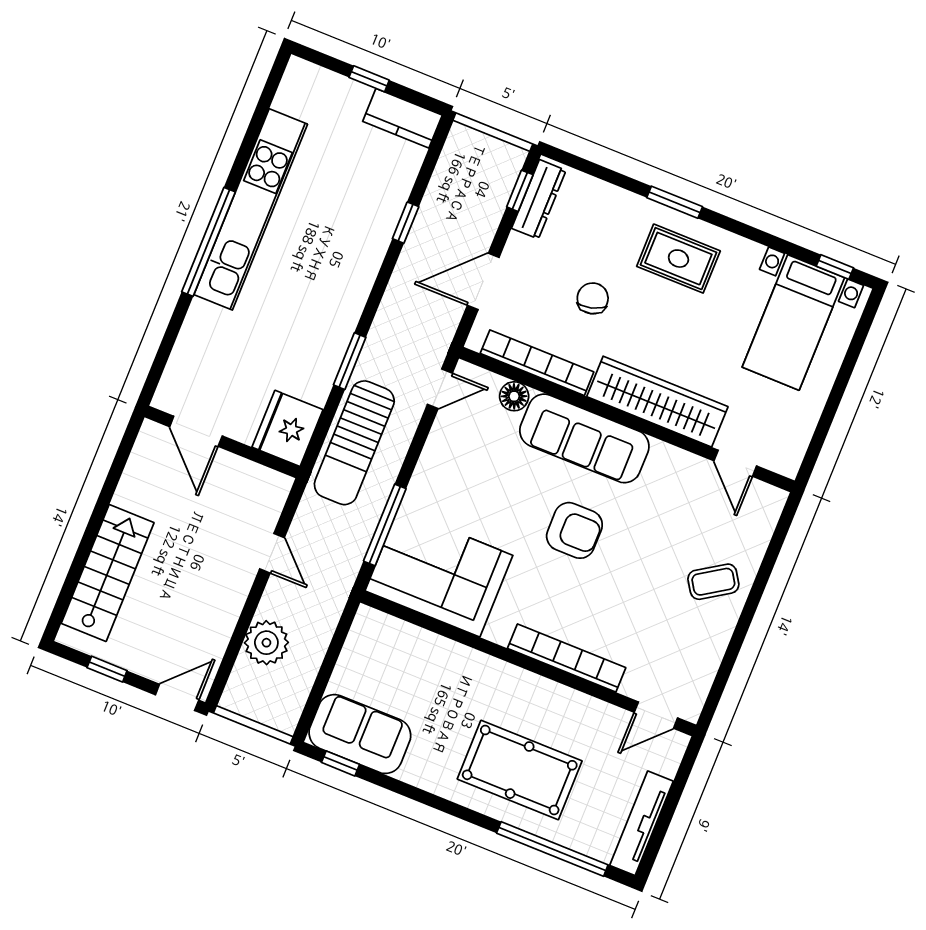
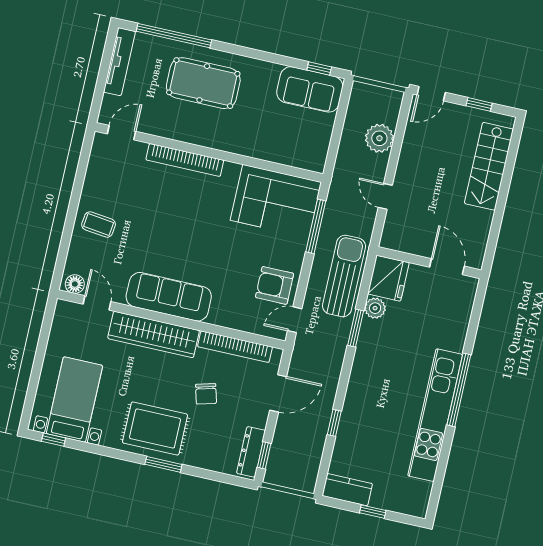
rug: (678, 259) -> (155, 429), width x1.36, depth x1.43
plant: (315, 386) -> (375, 308), added
floor lamp: (514, 396) -> (75, 284), moved
sofa: (584, 438) -> (169, 297), moved
armchair: (574, 530) -> (275, 285), moved
coffee table: (713, 582) -> (99, 225), turned 40

